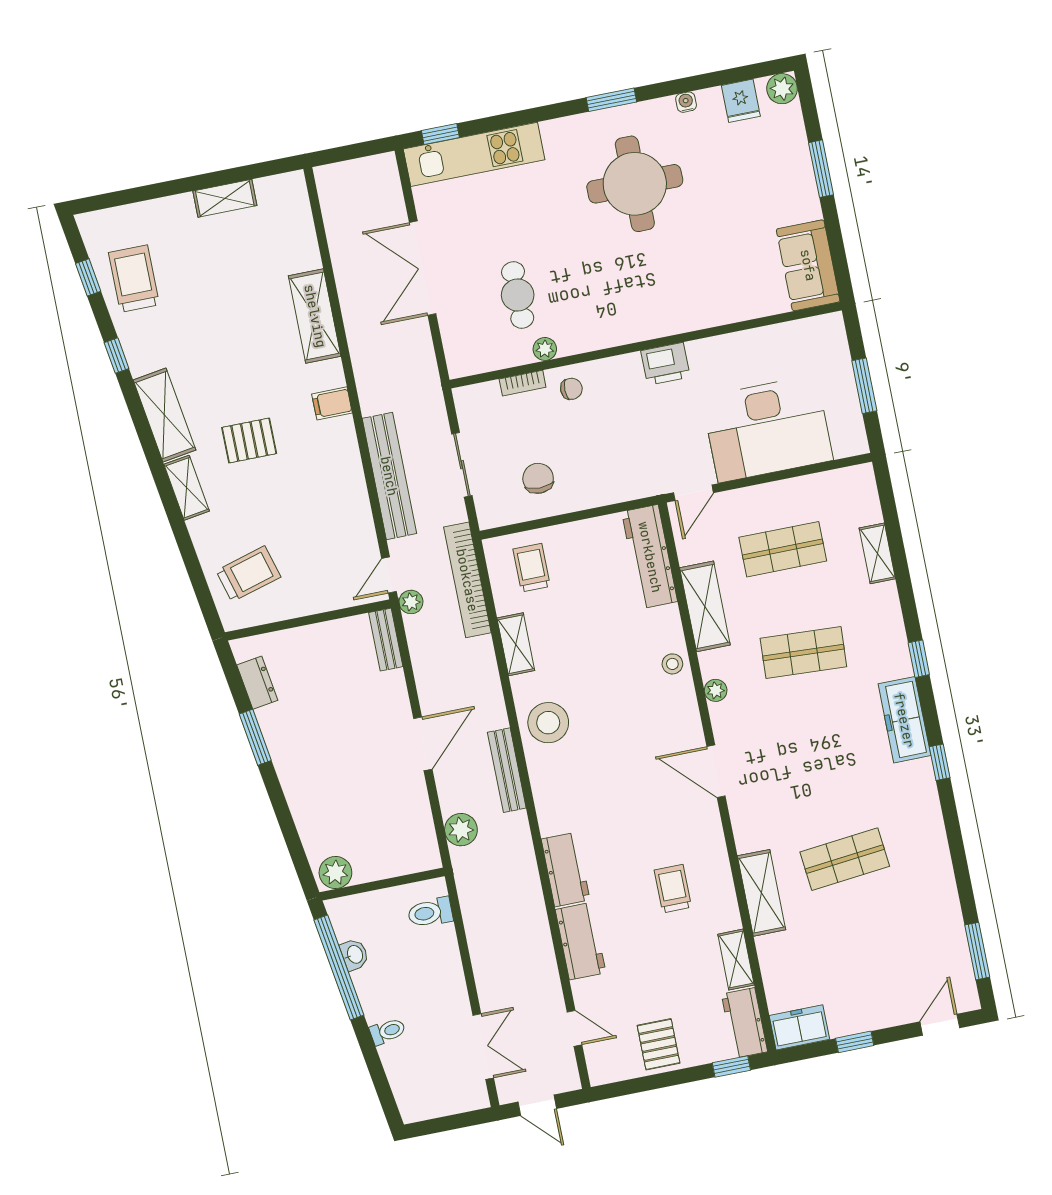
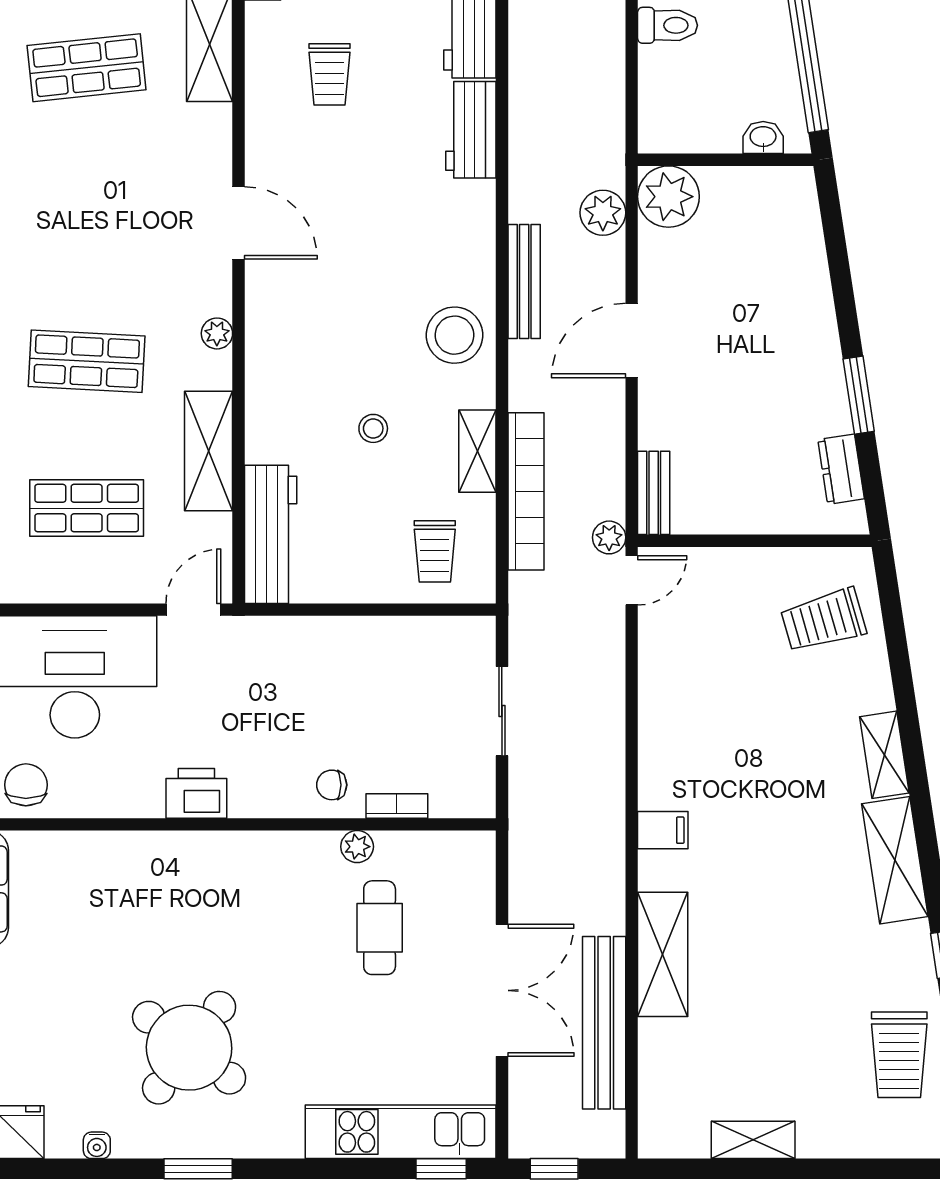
window: (361, 150) -> (554, 1169), added
round table: (635, 184) -> (189, 1048), turned 37
pallet: (249, 440) -> (786, 802), removed
bench: (389, 476) -> (604, 1023), moved
chair: (538, 478) -> (26, 785), moved, turned 180
bookcase: (467, 580) -> (526, 491), moved
stool: (672, 664) -> (373, 428), moved
plant: (335, 873) -> (668, 197), moved, width x1.36, depth x1.36
toilet: (430, 913) -> (668, 25), moved
washbasin: (354, 955) -> (763, 138), moved, turned 99

